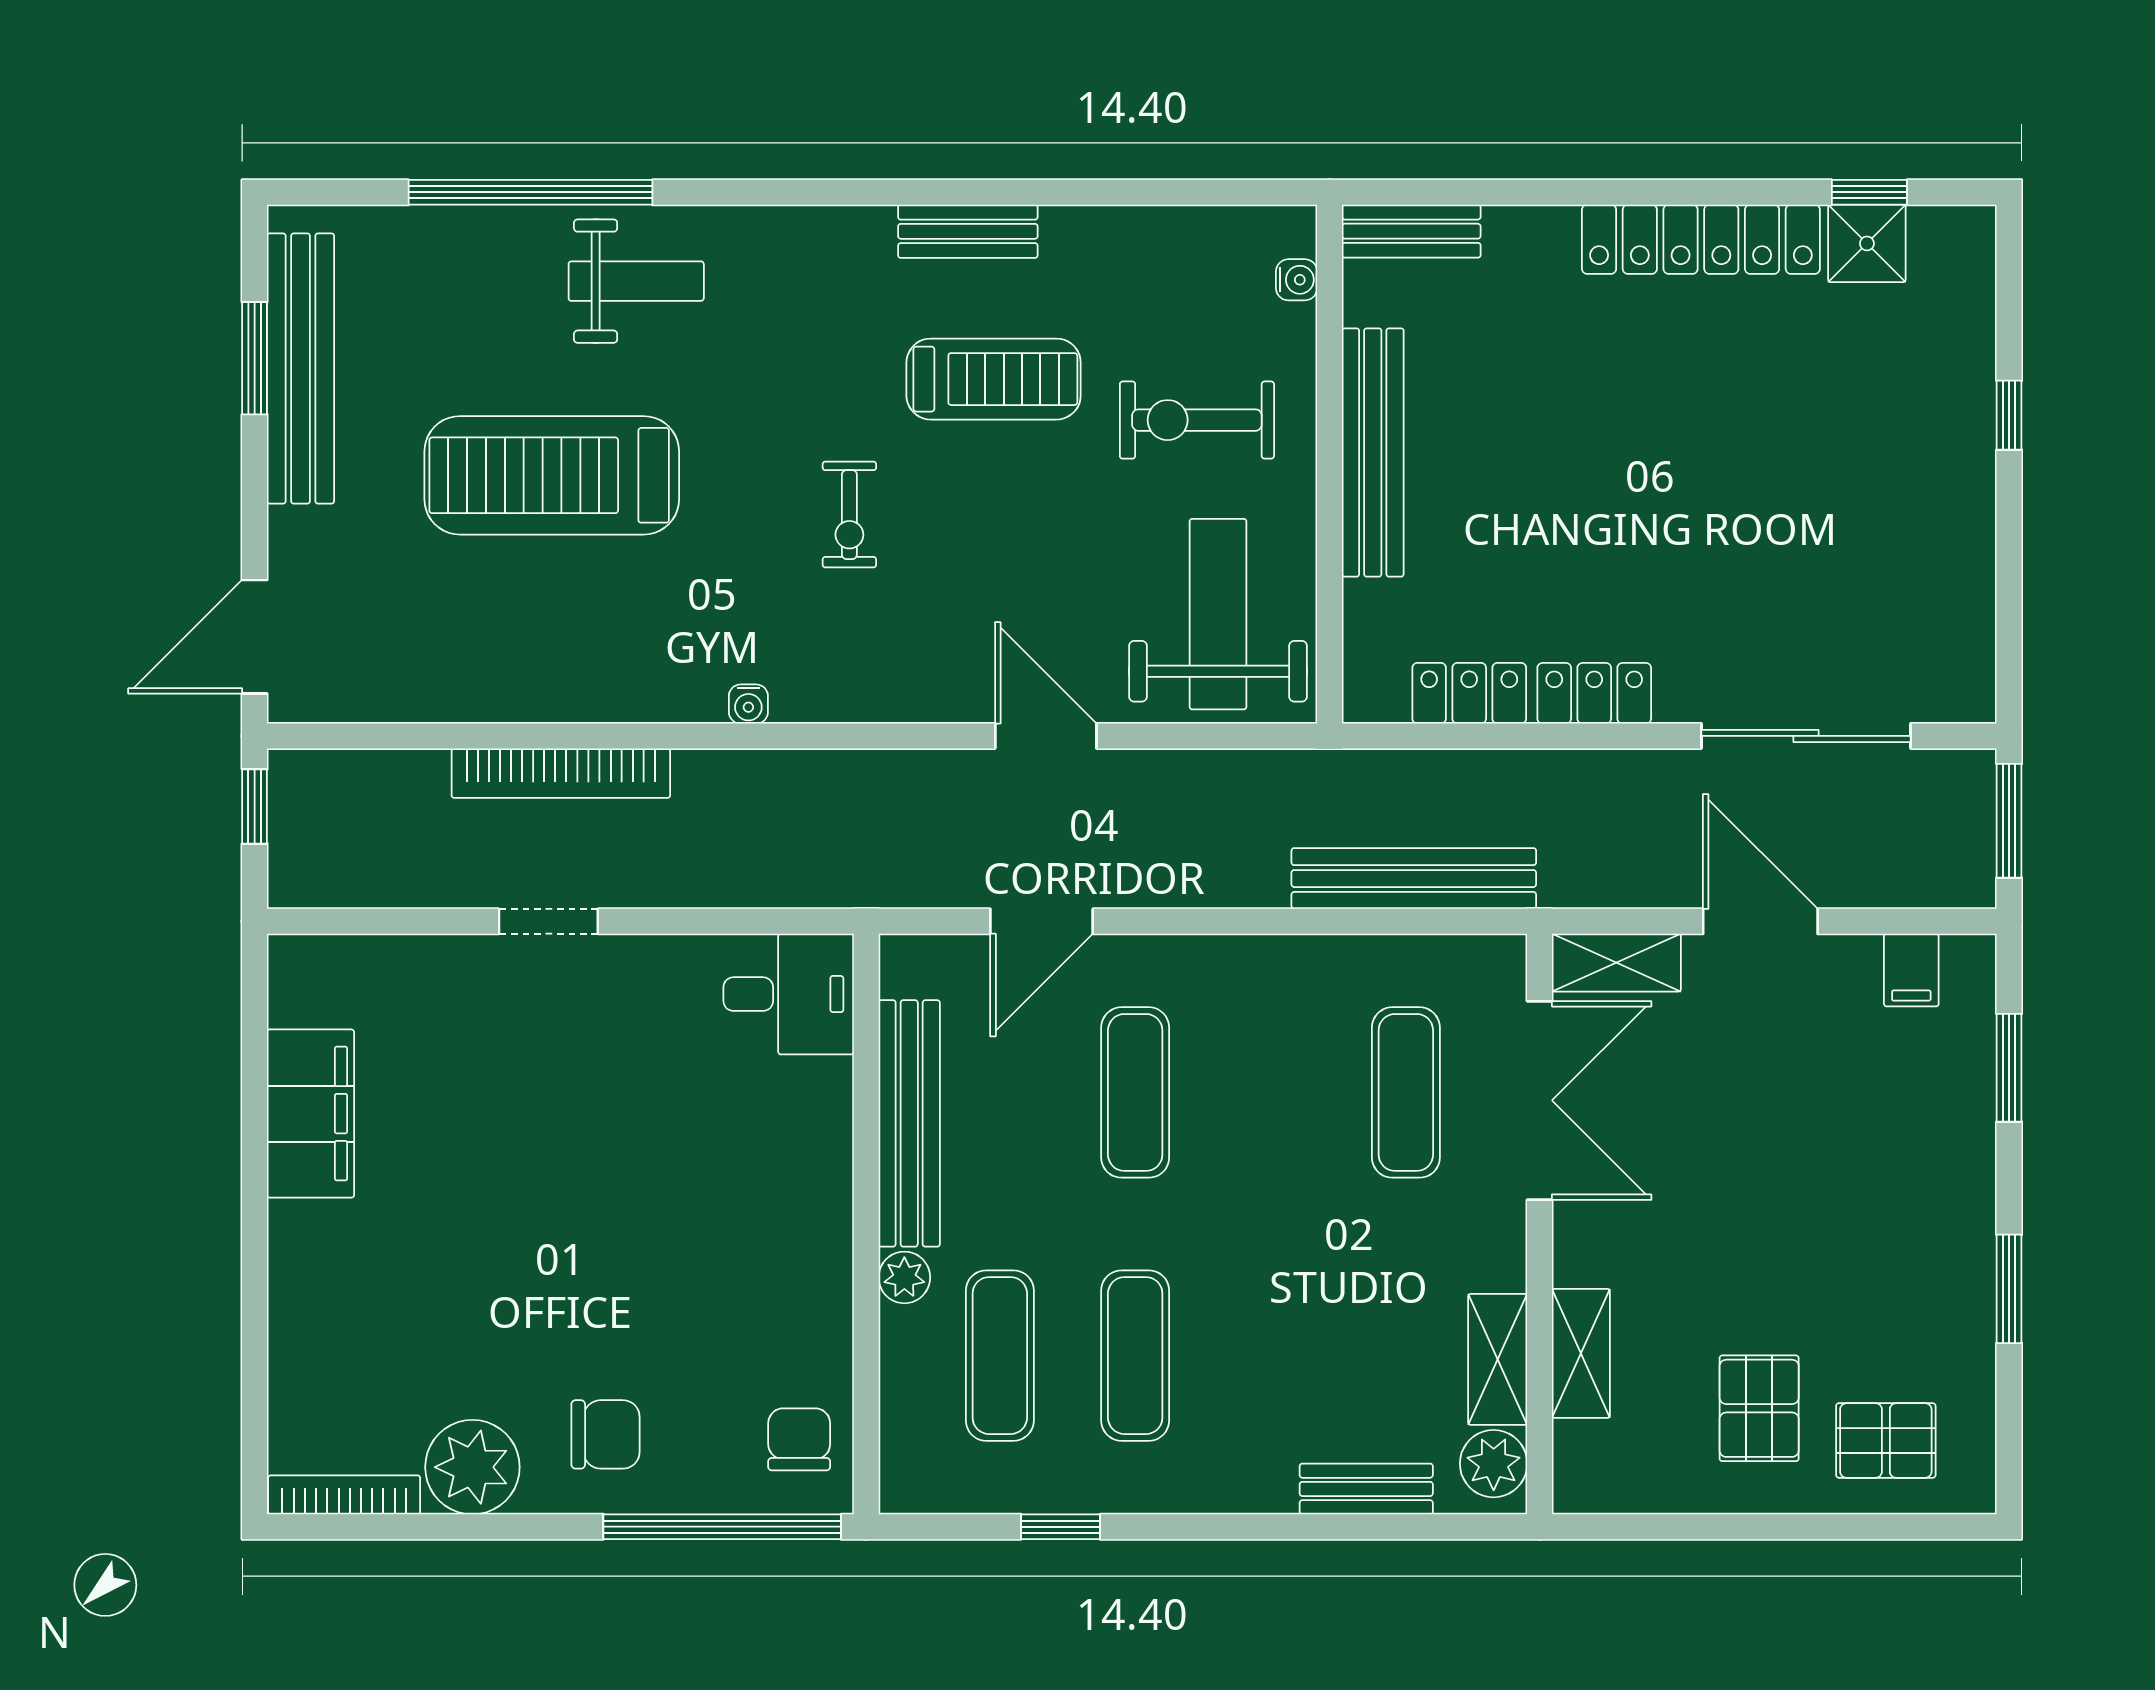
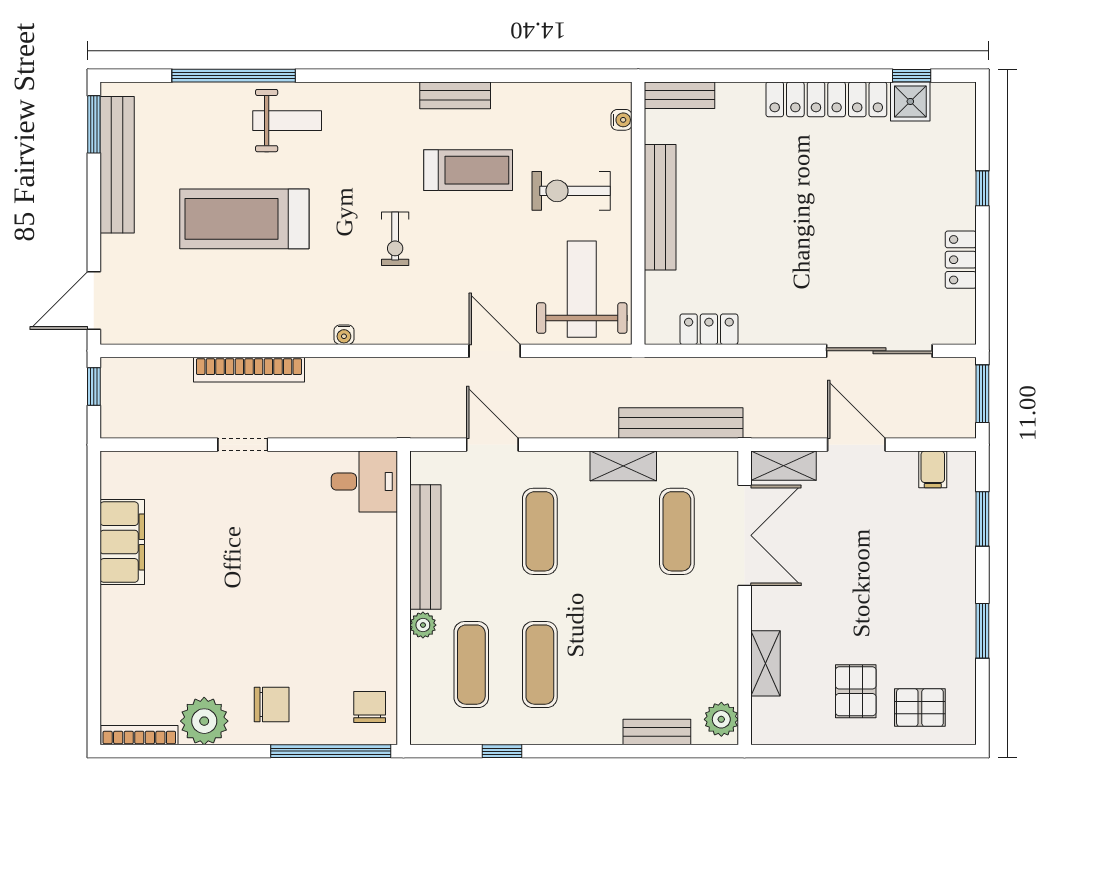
window: (255, 358) -> (94, 124), moved
locker: (1594, 693) -> (961, 260), moved, turned -90
door: (1042, 921) -> (492, 445), swing flipped
shelving: (1498, 1359) -> (623, 466), moved, turned 90

